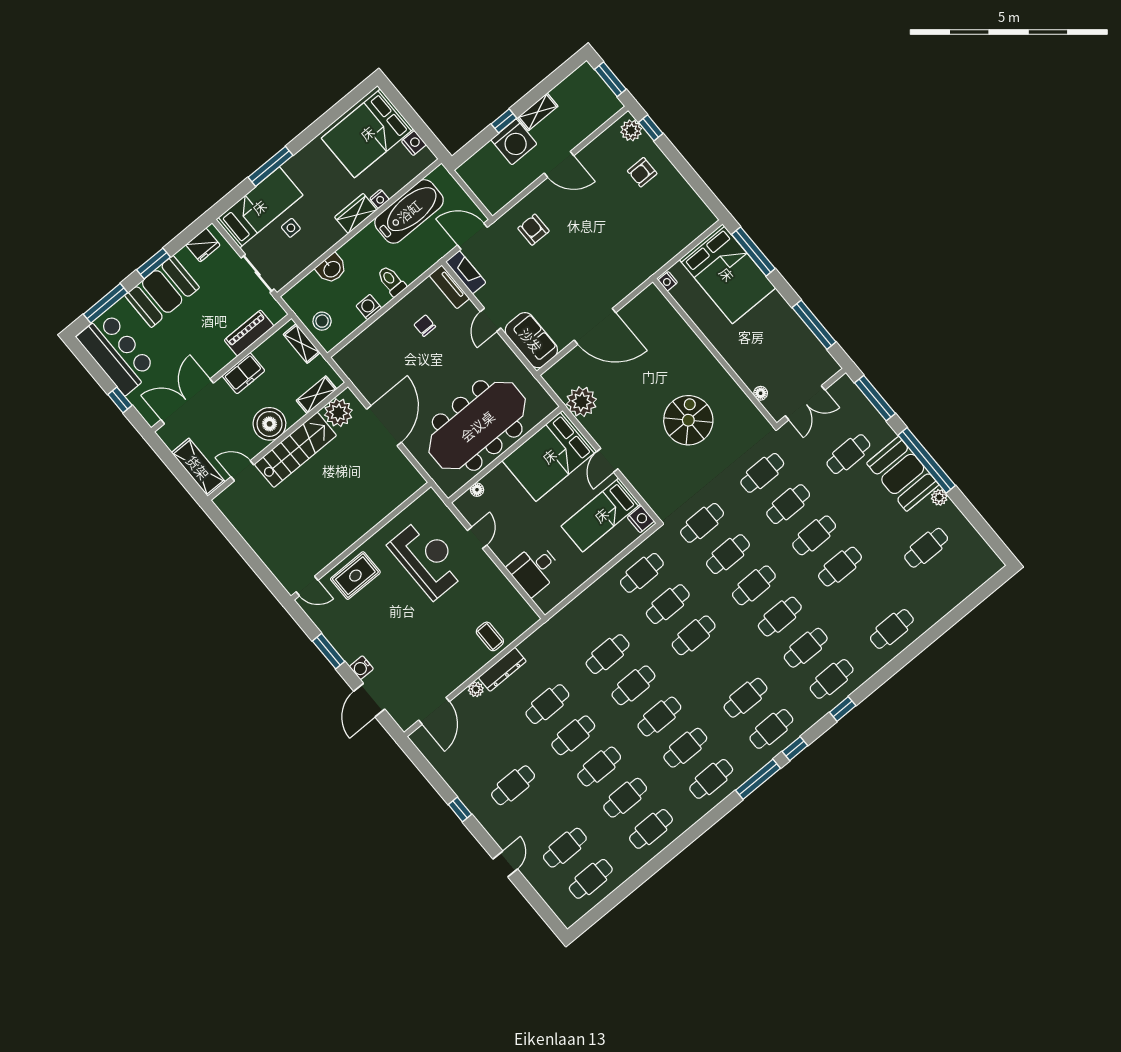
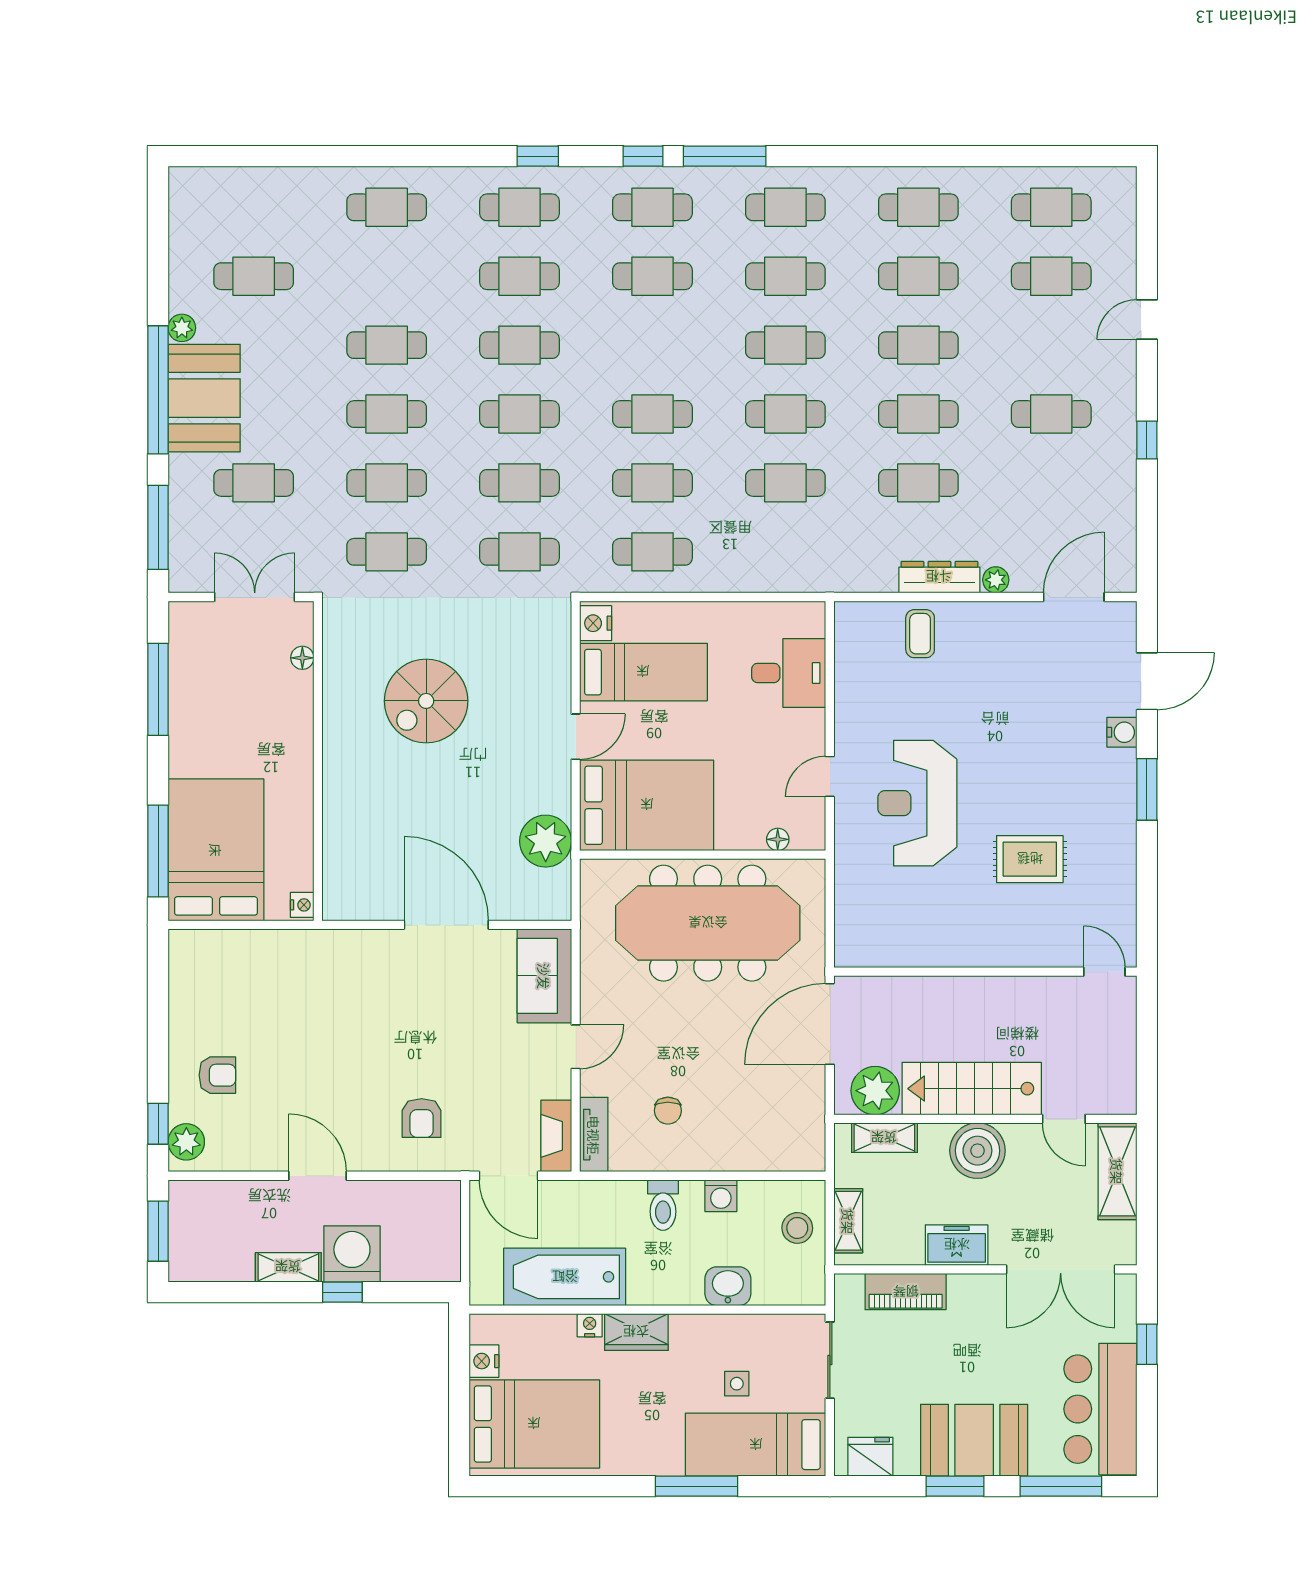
wall: (361, 541) -> (985, 972), moved
door: (307, 586) -> (1104, 972), moved

